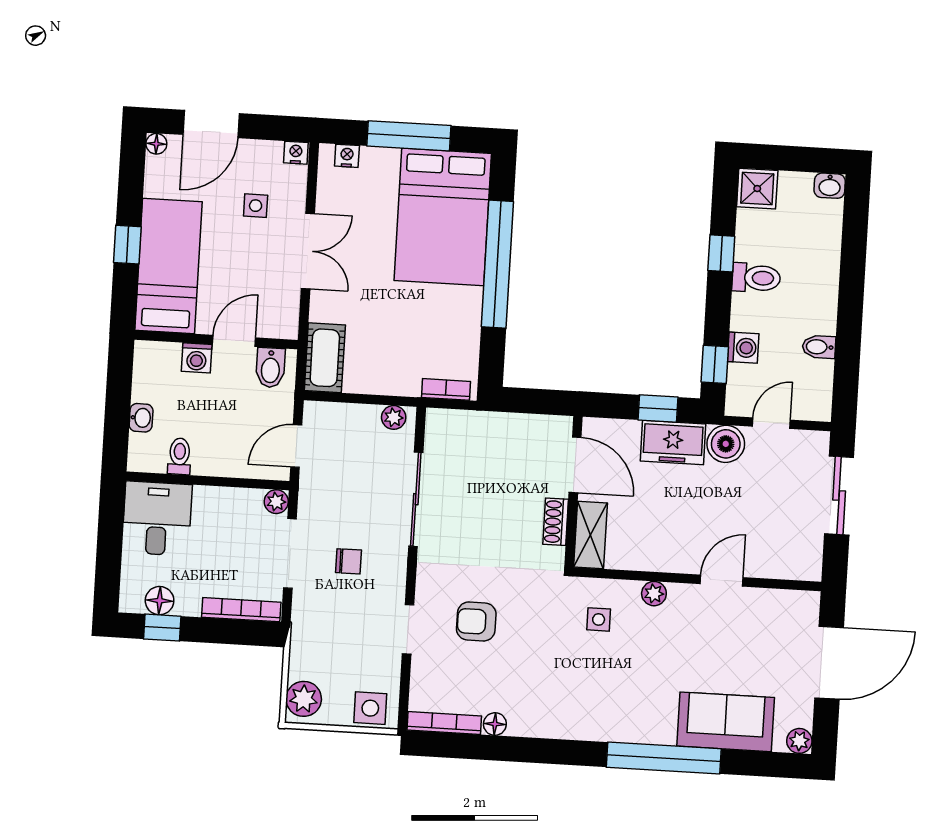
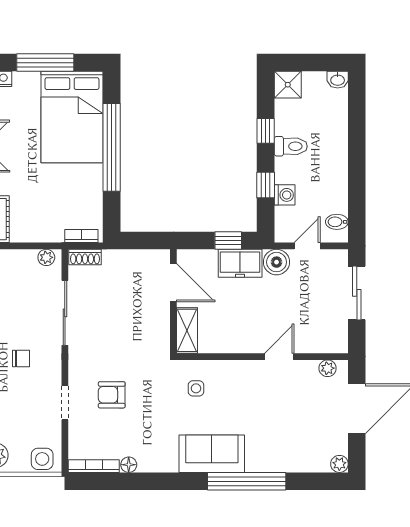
bidet: (819, 347) -> (337, 222), moved
window: (715, 364) -> (266, 185), moved
shoe rack: (556, 522) -> (85, 257), moved, turned -90
plant: (654, 594) -> (328, 368), moved
sofa: (726, 722) -> (212, 454), moved

